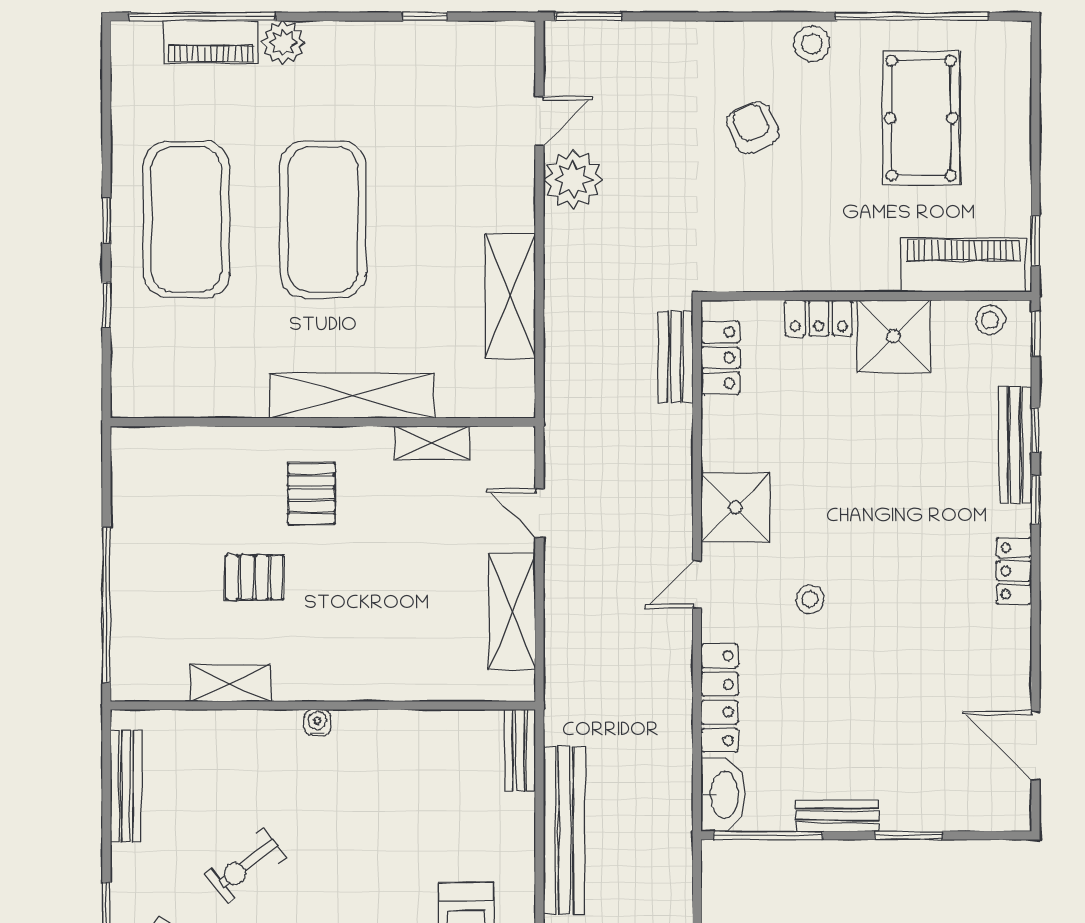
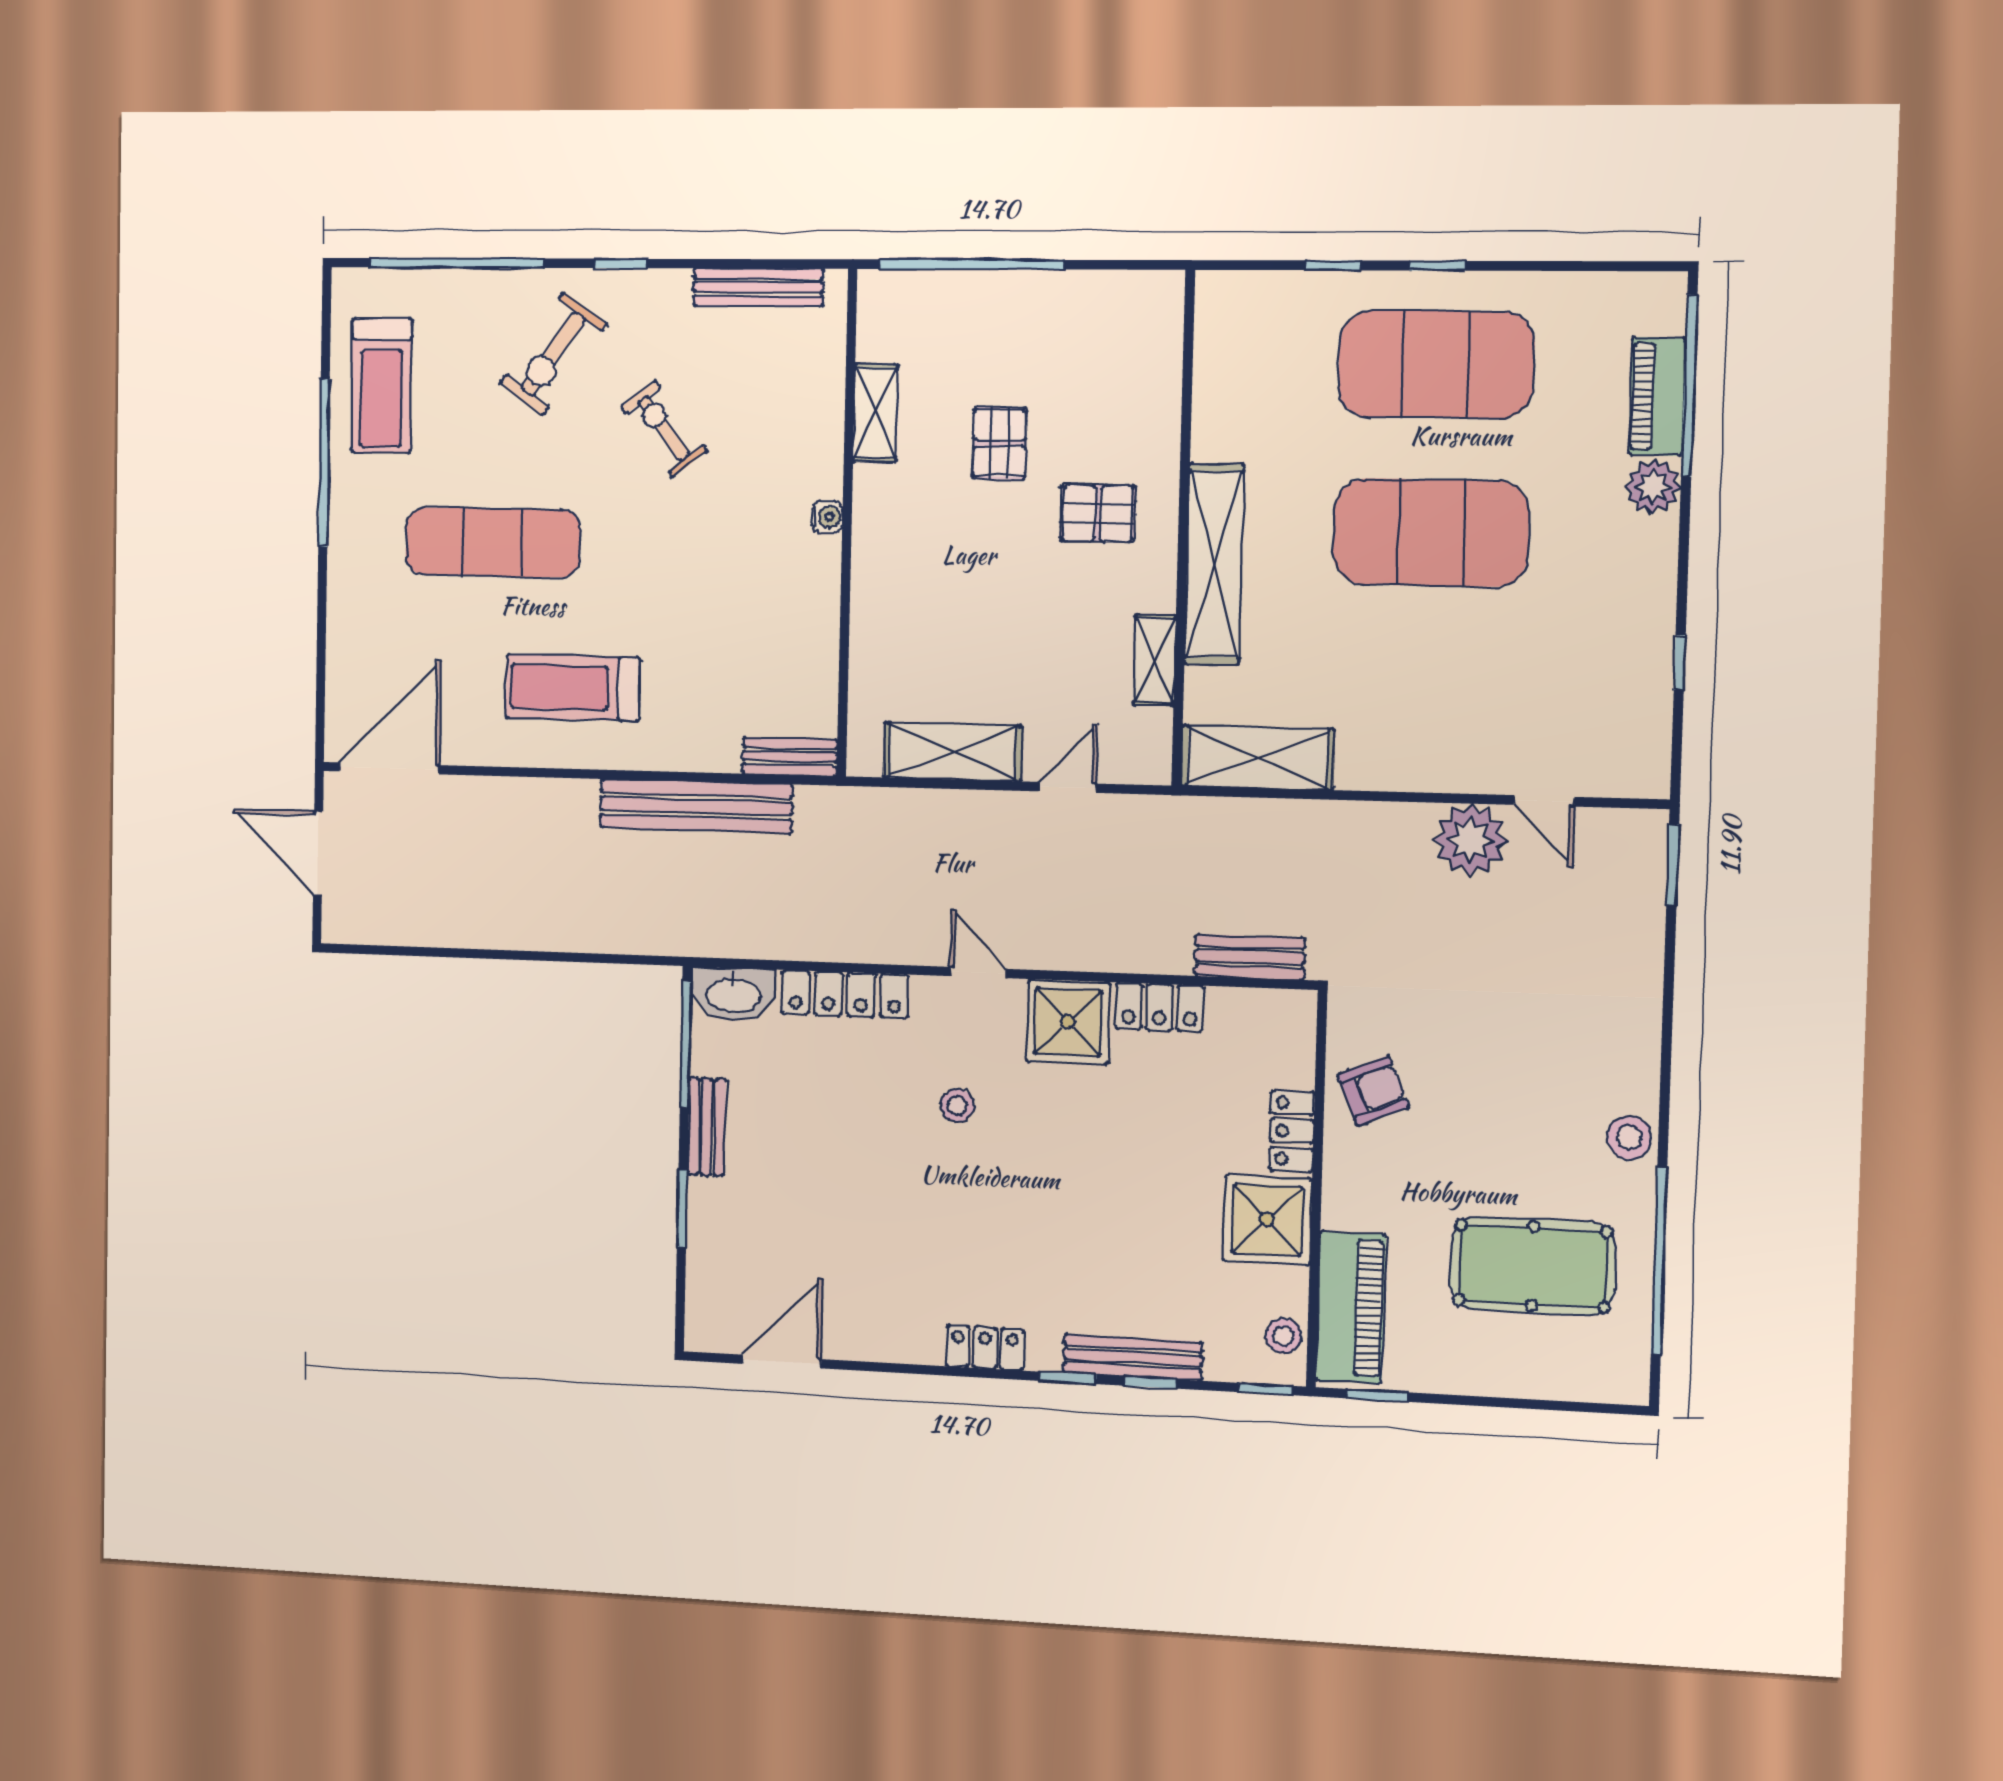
armchair: (753, 128) -> (1373, 1091), moved
shelving: (510, 296) -> (1257, 758), moved
locker: (720, 358) -> (1159, 1007), moved

